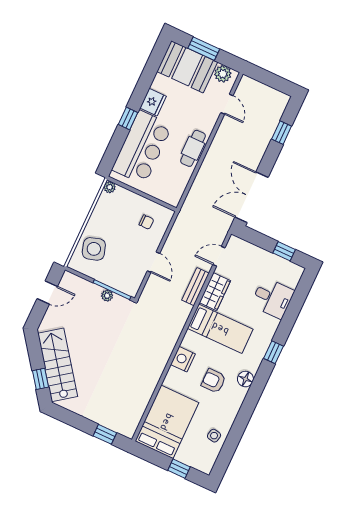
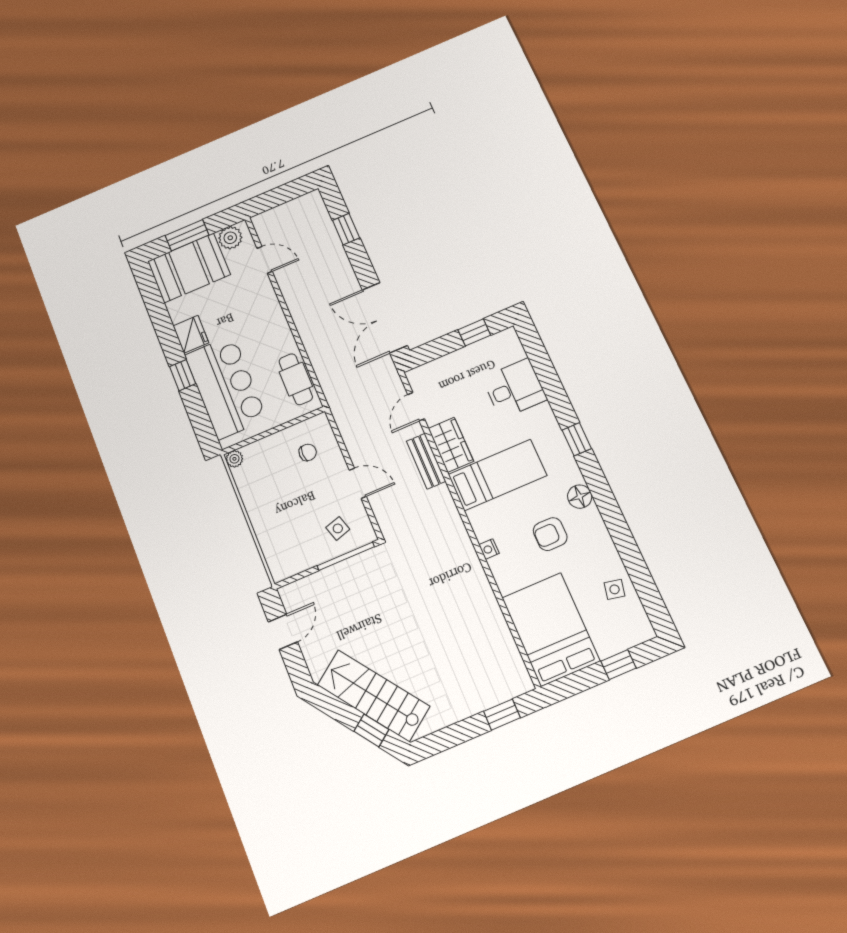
cafe table: (193, 148) -> (296, 379), moved
side table: (94, 249) -> (338, 528), moved, width x0.54, depth x0.54
plant: (107, 296) -> (347, 568), removed
nightstand: (183, 359) -> (489, 549), width x0.53, depth x0.56

